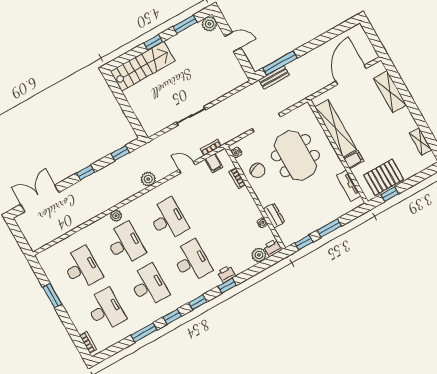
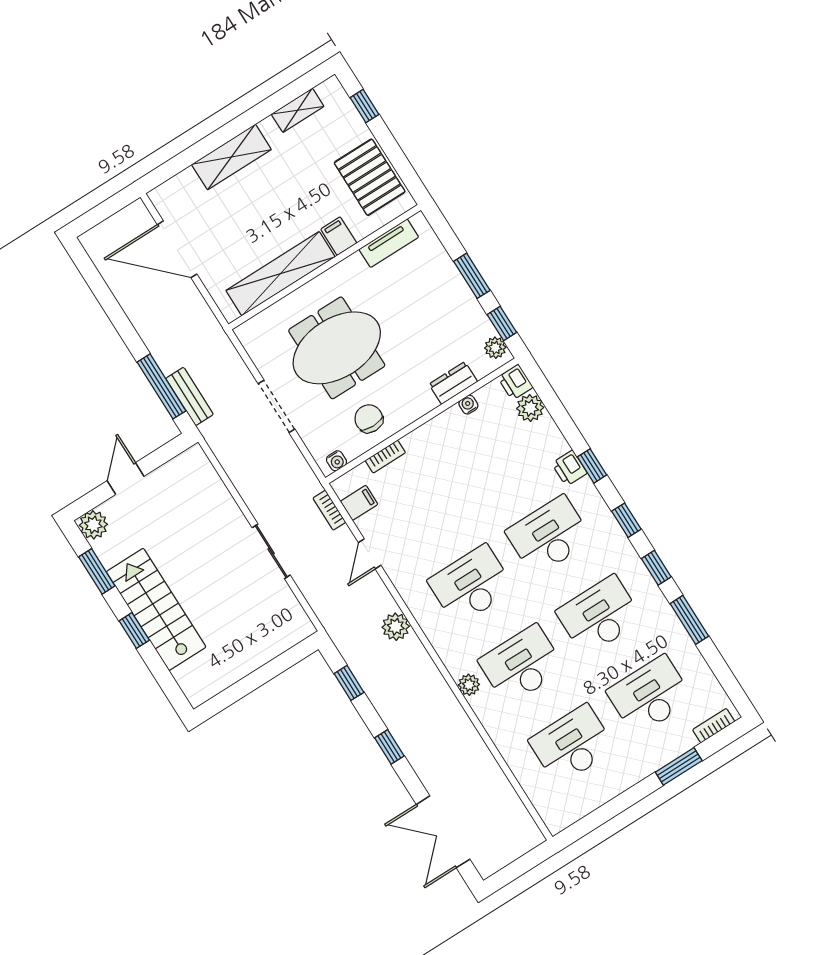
stairs: (143, 66) -> (156, 609), moved
shelving: (390, 92) -> (231, 157), moved
chair: (258, 170) -> (369, 419), turned -69
window: (390, 194) -> (364, 106), moved
plant: (291, 238) -> (495, 348), added
window: (52, 296) -> (679, 766), moved

